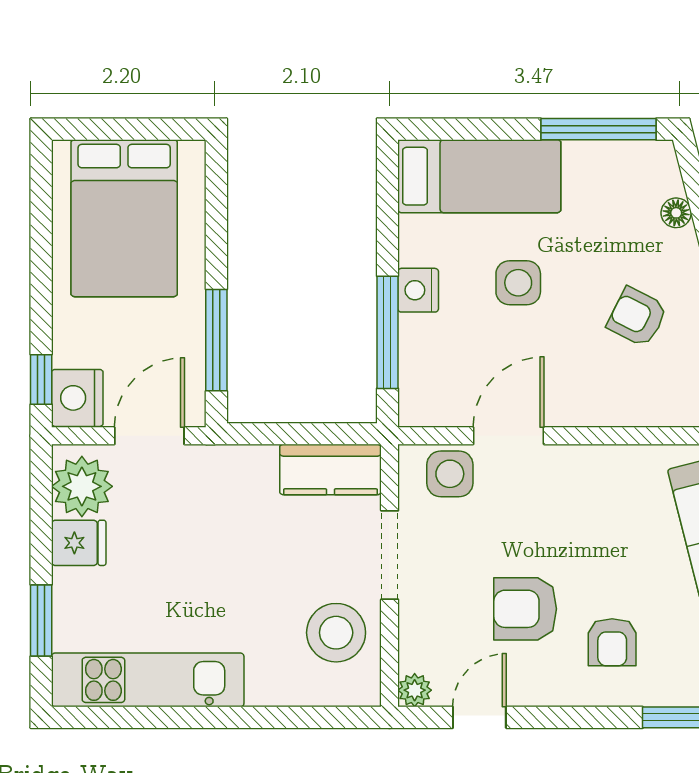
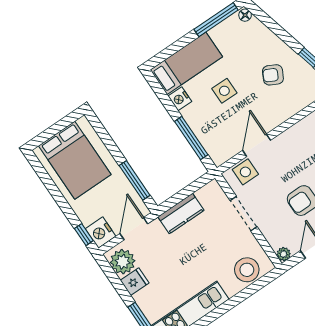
floor lamp: (676, 213) -> (245, 15), moved
nightstand: (418, 290) -> (180, 99), moved
kitchen counter: (330, 469) -> (181, 214), moved
stool: (336, 633) -> (247, 270), moved

